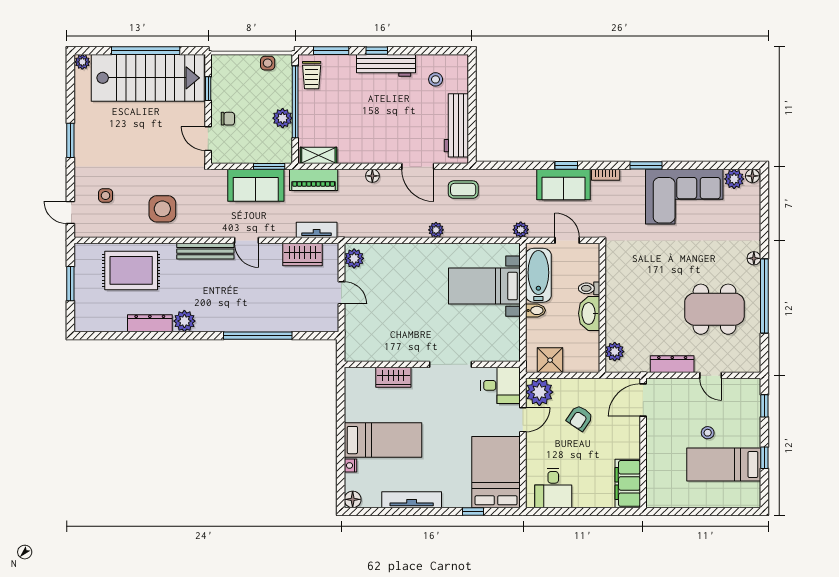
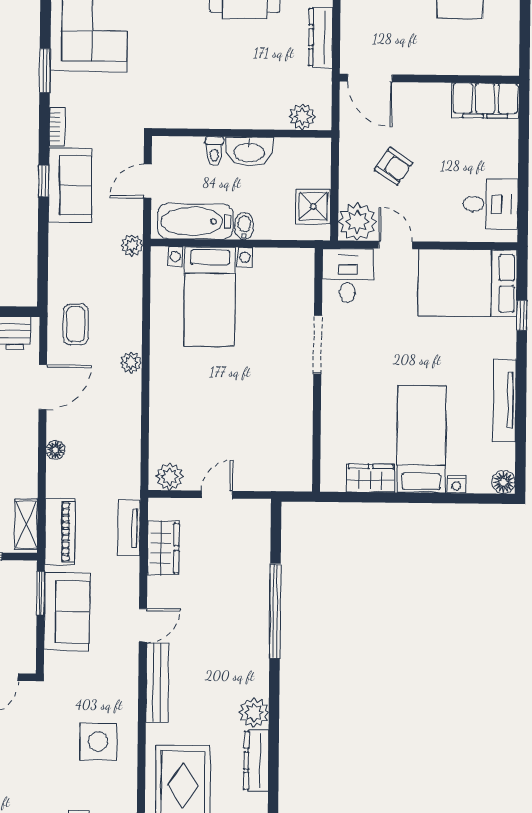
wardrobe: (393, 377) -> (371, 478), moved, turned -90

